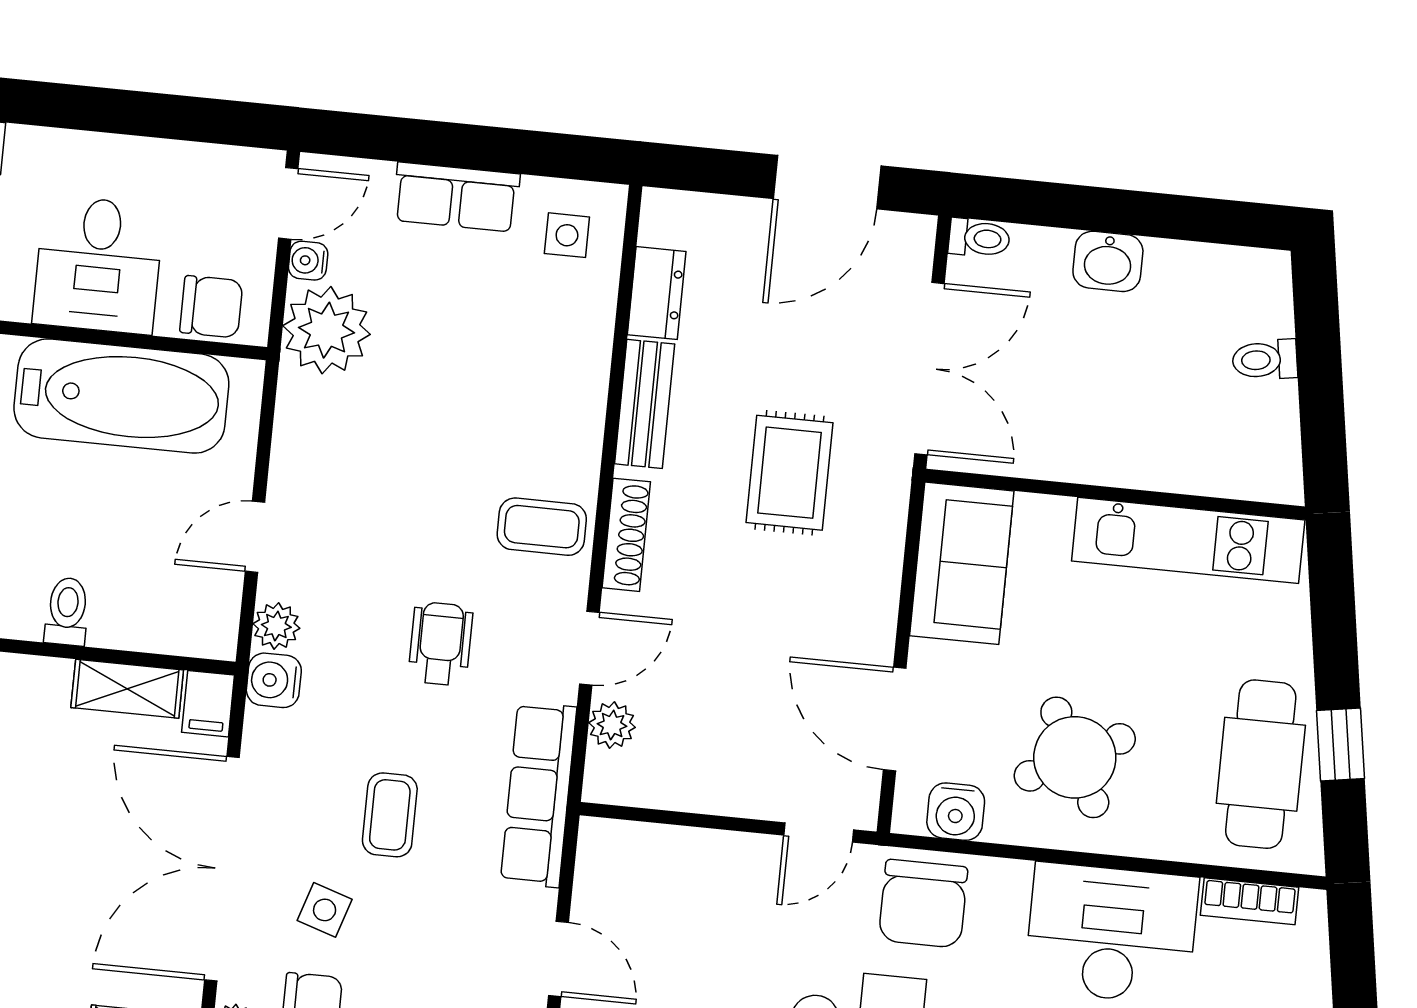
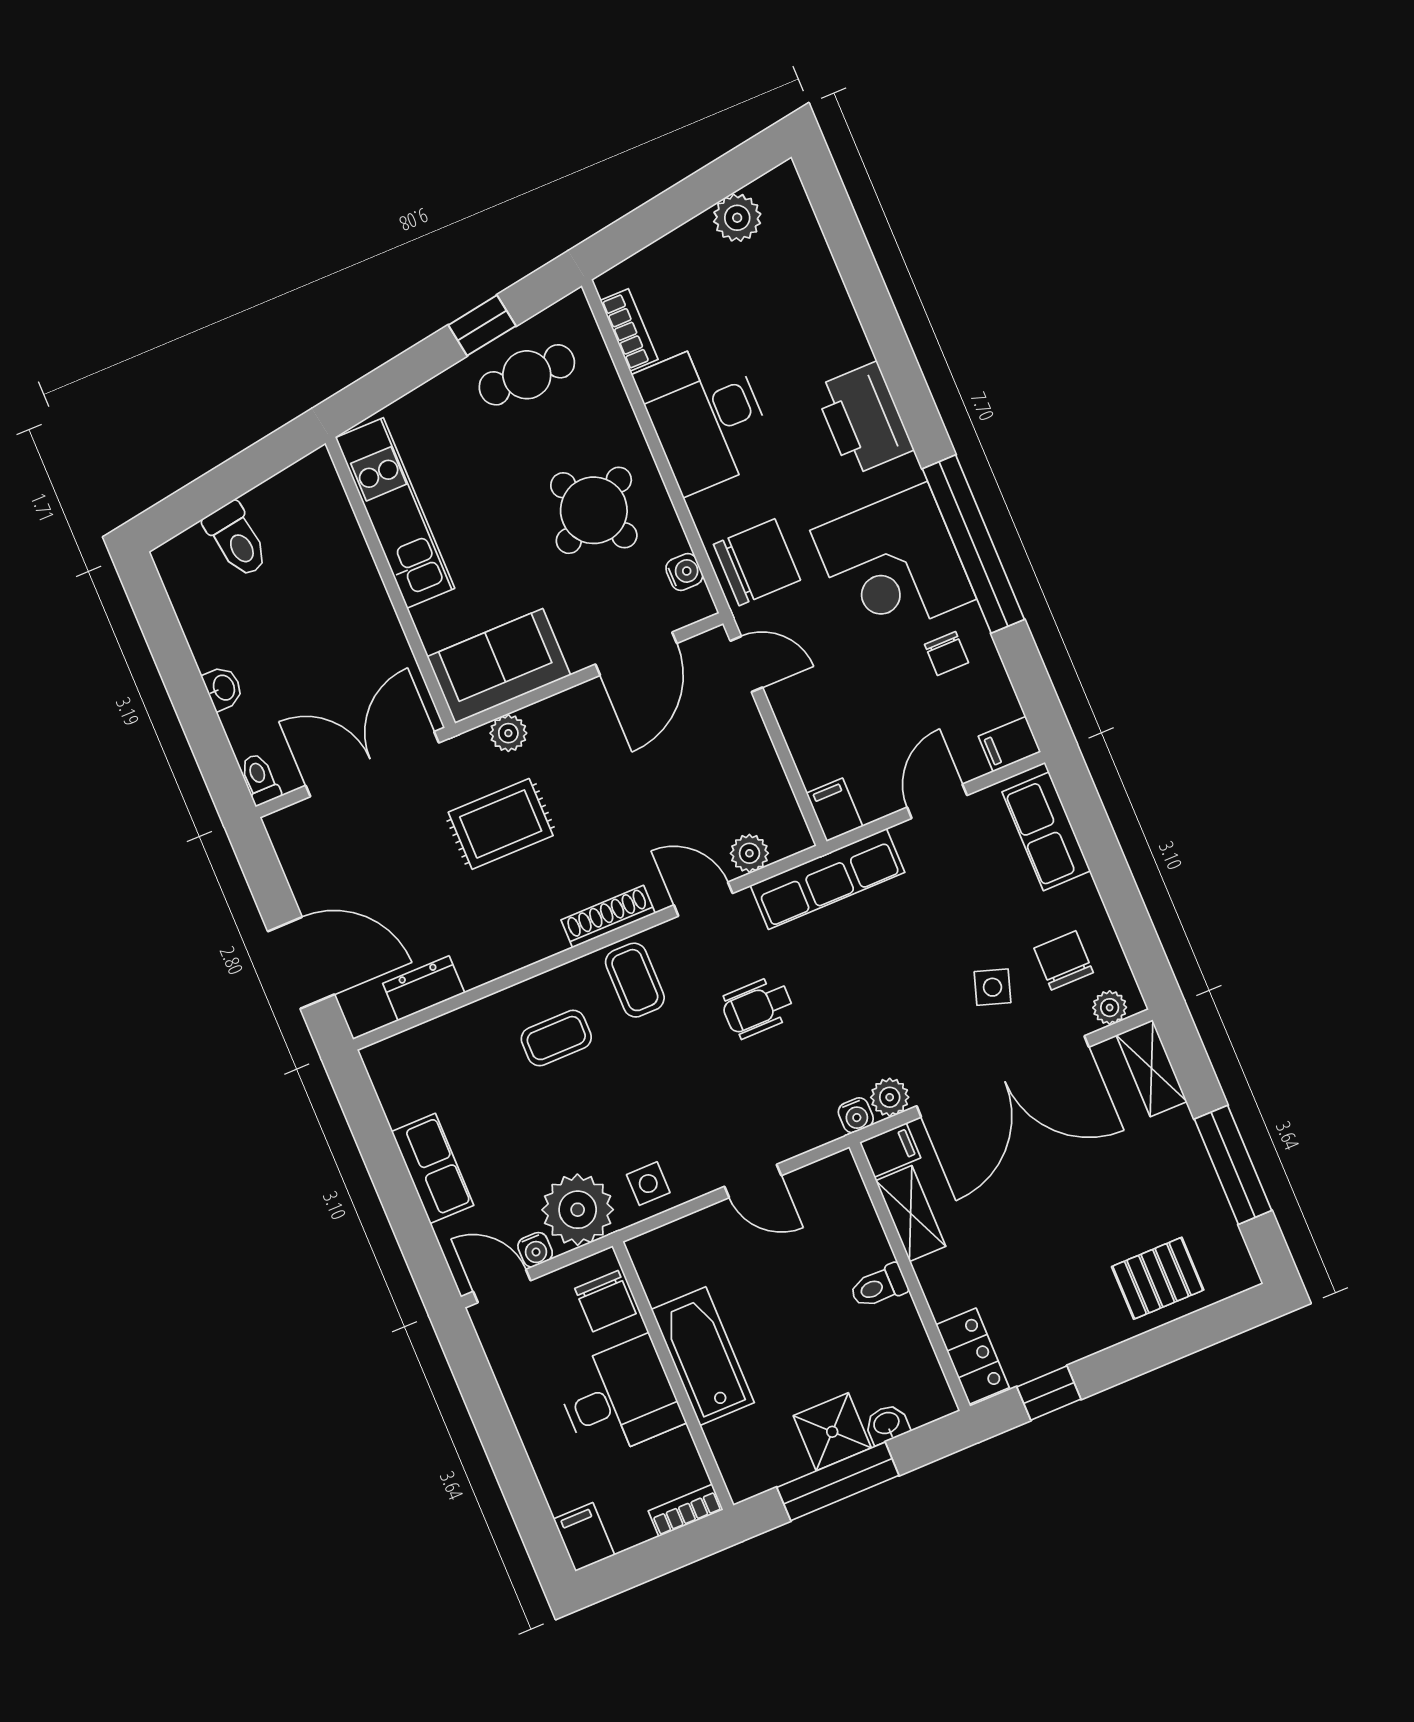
door: (827, 182) -> (301, 963), moved
side table: (567, 235) -> (648, 1184), moved
washbasin: (1108, 261) -> (223, 688), width x0.72, depth x0.69
chair: (211, 307) -> (605, 1301), turned 180
toilet: (1265, 360) -> (237, 540), width x1.37, depth x1.39
bathtub: (121, 396) -> (703, 1356), width x0.73, depth x0.73
bench: (645, 404) -> (508, 954), removed
plant: (883, 534) -> (508, 733), added
plant: (276, 626) -> (890, 1097), moved
water cooler: (274, 680) -> (856, 1115), width x0.72, depth x0.72
cafe table: (1261, 764) -> (527, 375), width x0.73, depth x0.74
water cooler: (956, 812) -> (684, 572), width x0.72, depth x0.72
coffee table: (390, 815) -> (556, 1038), moved
filing cabinet: (609, 843) -> (835, 810), added

